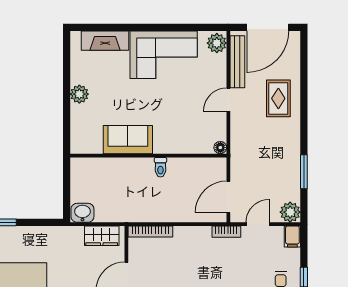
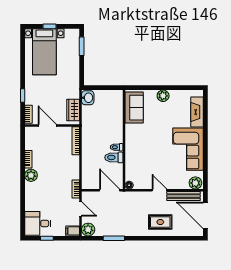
sofa: (128, 140) -> (134, 108), moved
toilet: (177, 172) -> (114, 157), added
door: (228, 197) -> (110, 190), moved

